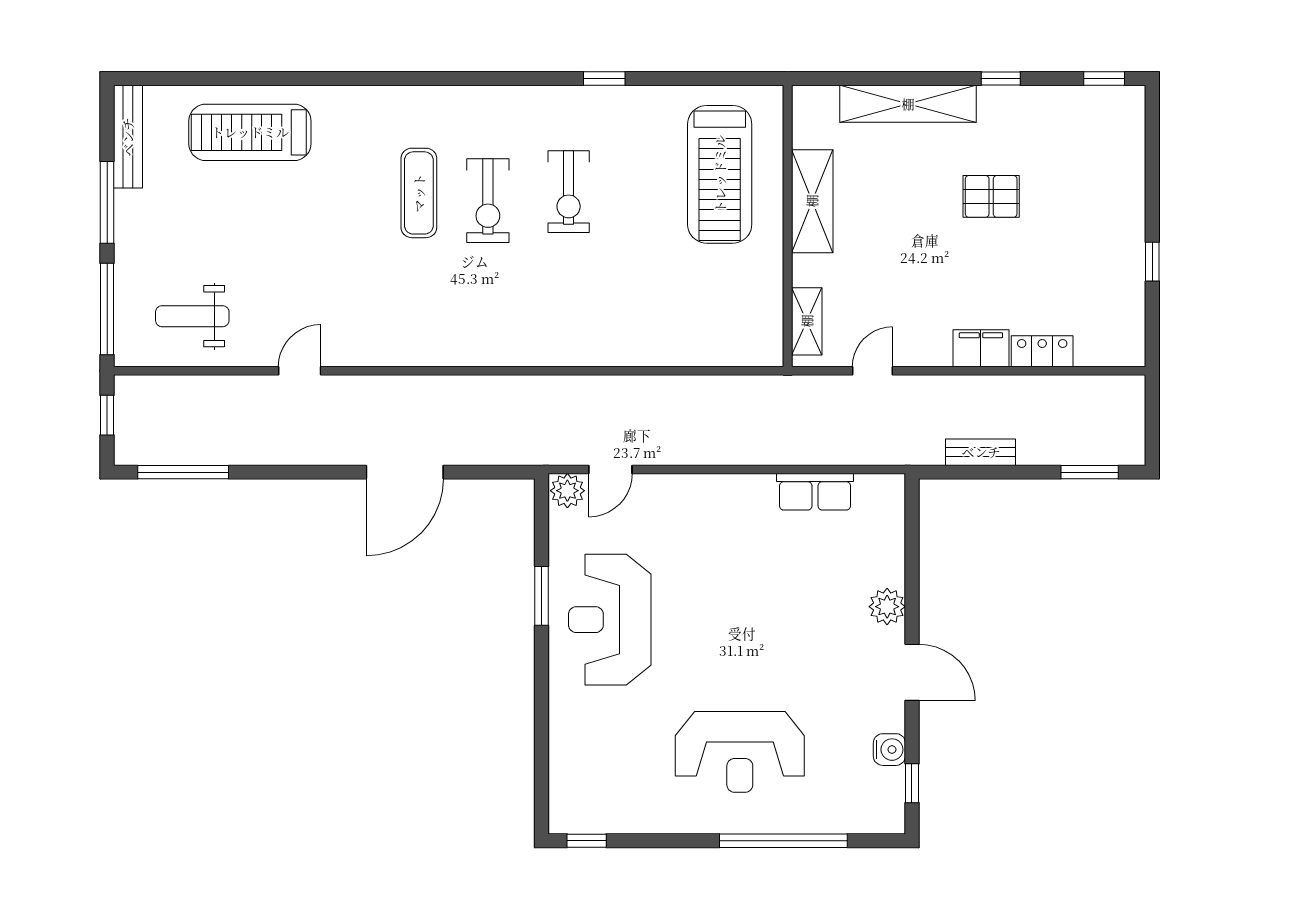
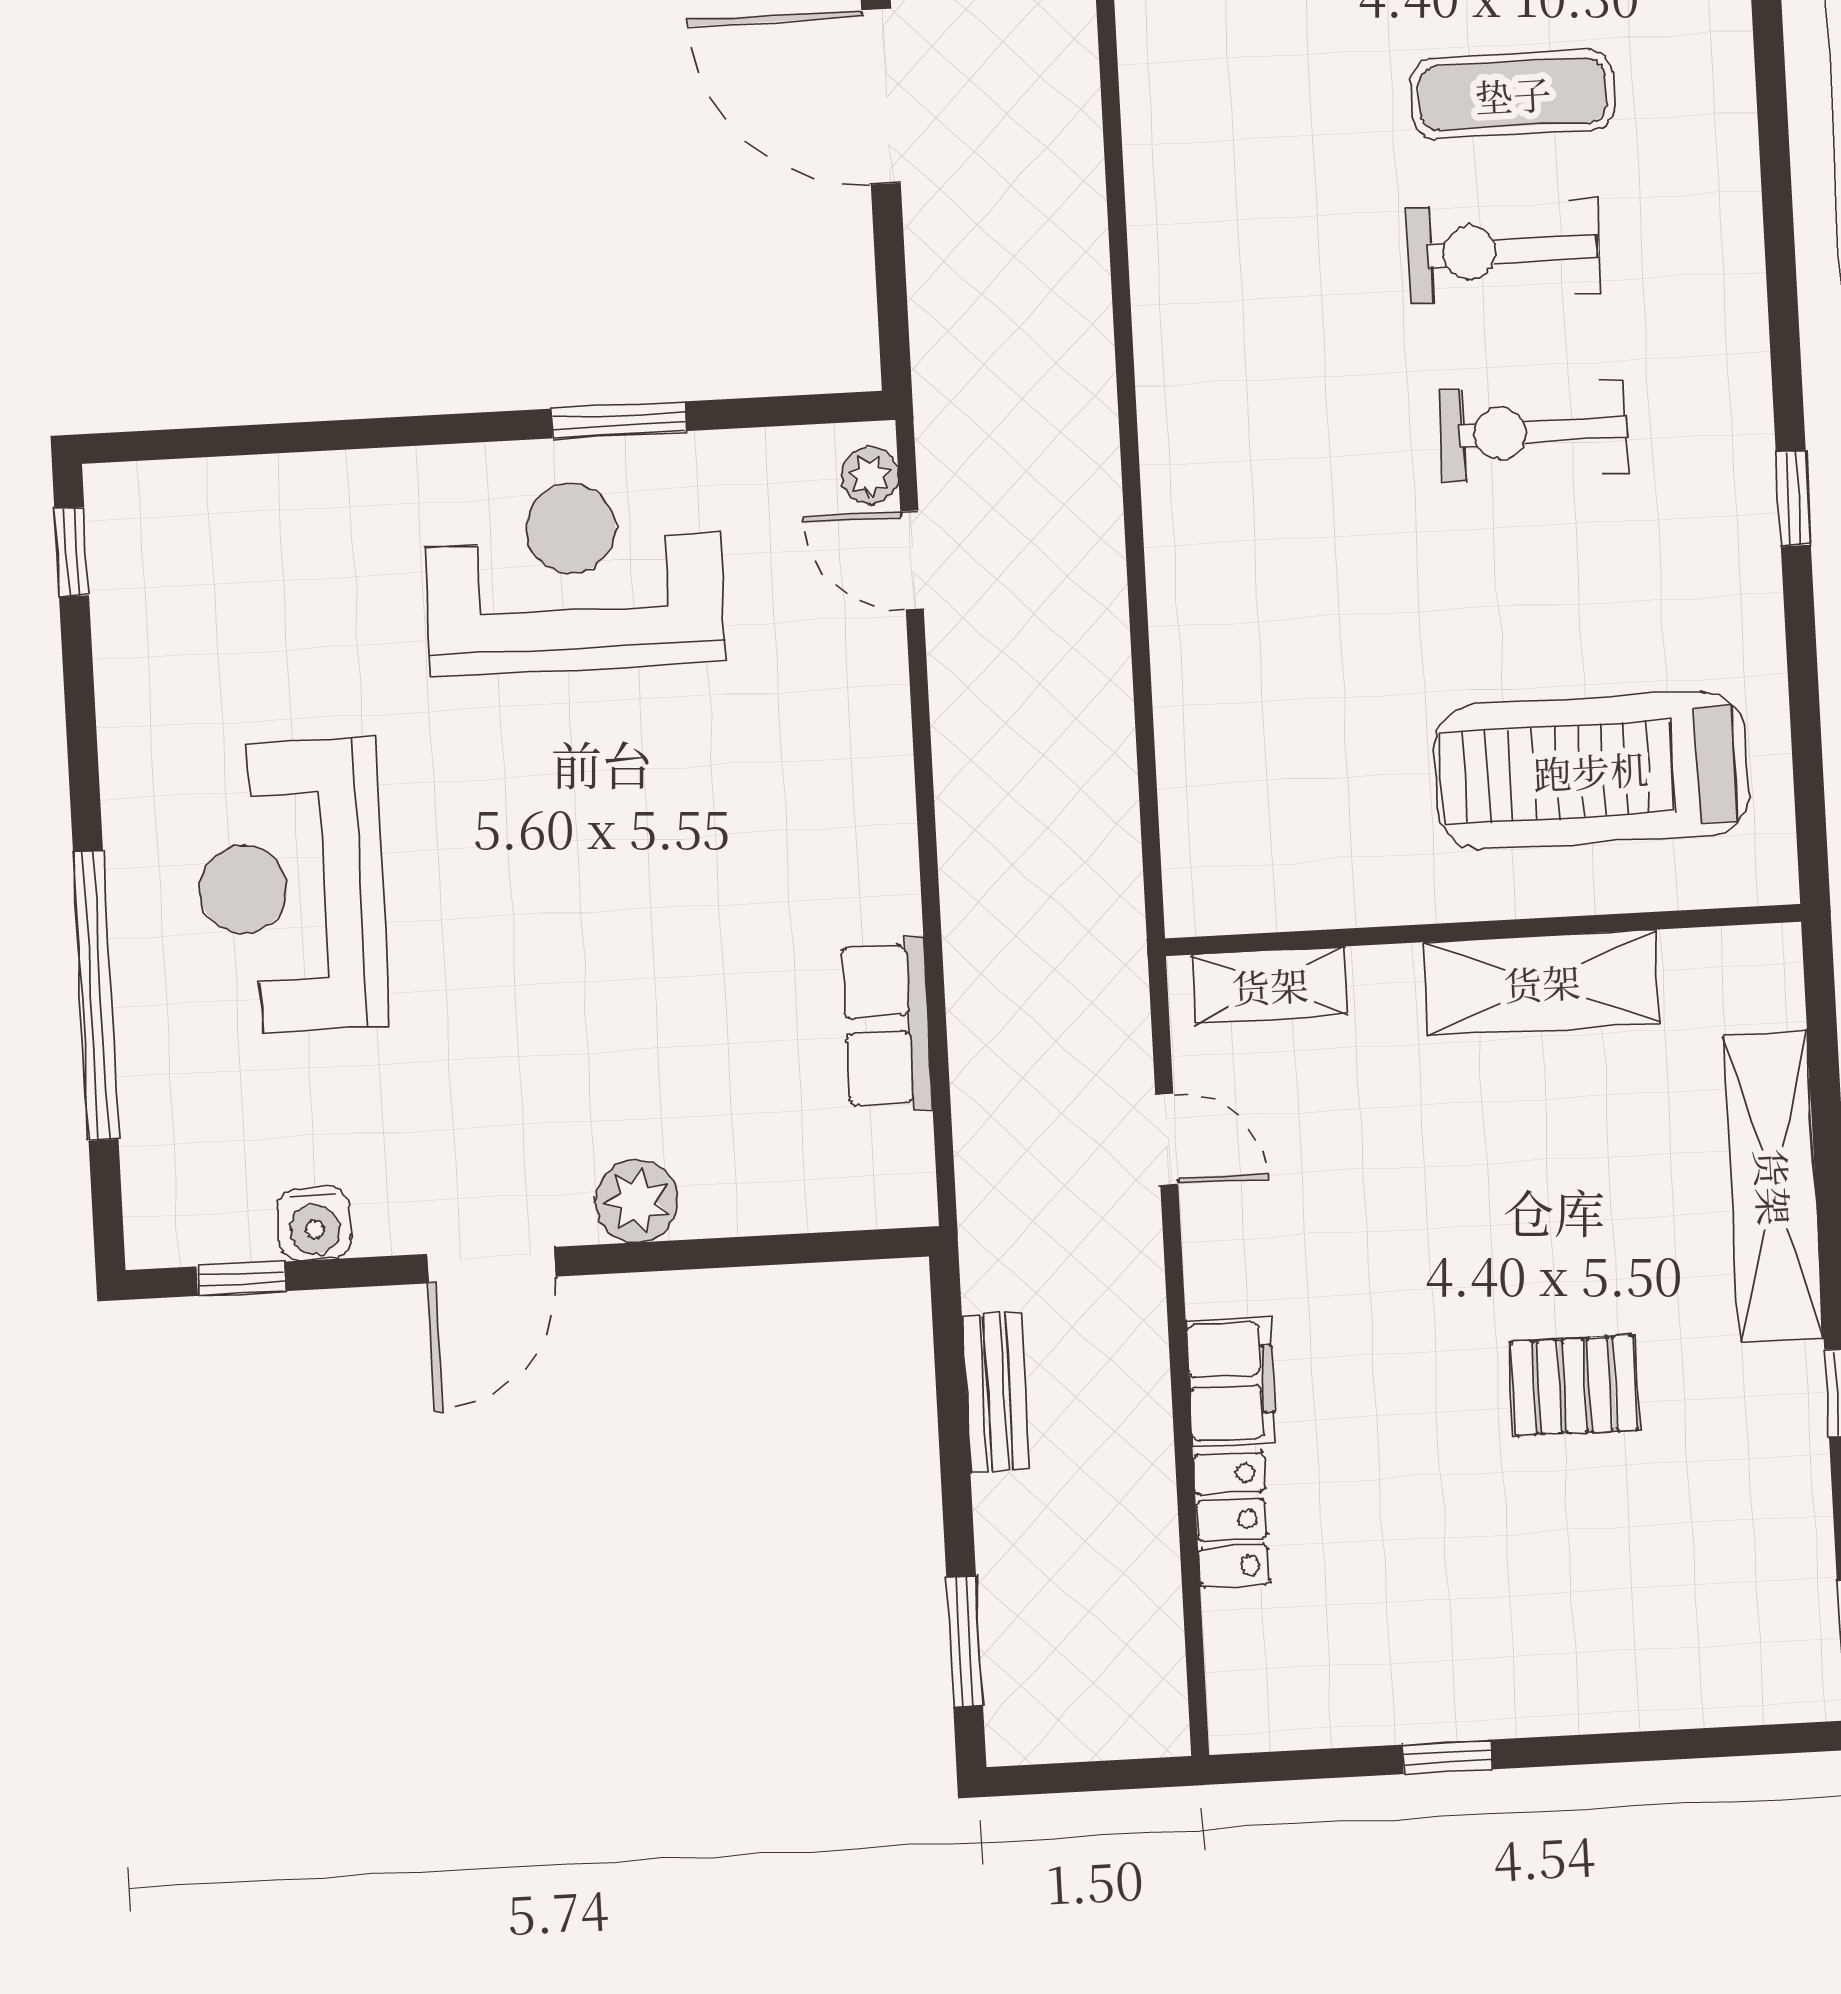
pallet: (991, 196) -> (1575, 1386), turned 90
plant: (567, 491) -> (870, 476), width x0.73, depth x0.73

